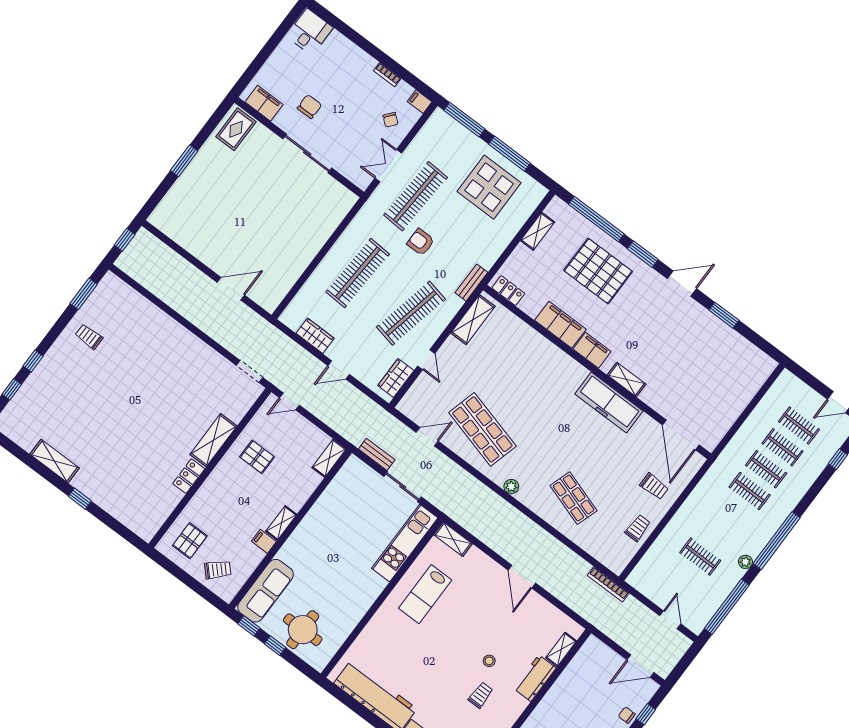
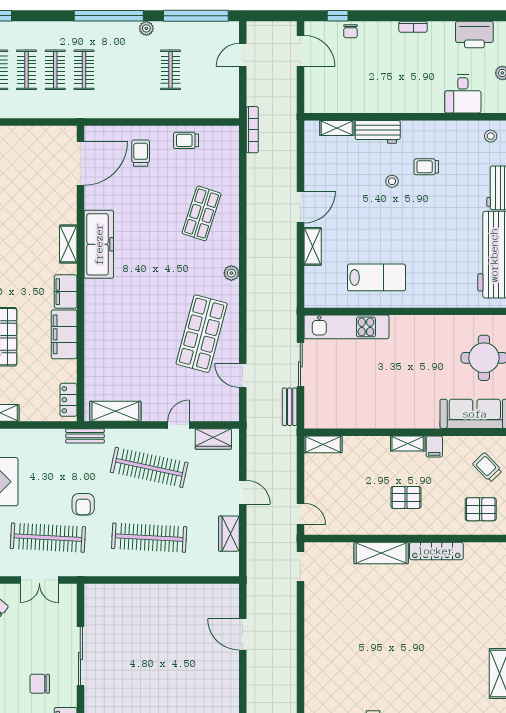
pallet: (257, 457) -> (406, 497), moved, turned 90
locker: (189, 476) -> (436, 551), width x1.53
shelving: (453, 539) -> (313, 246), moved

